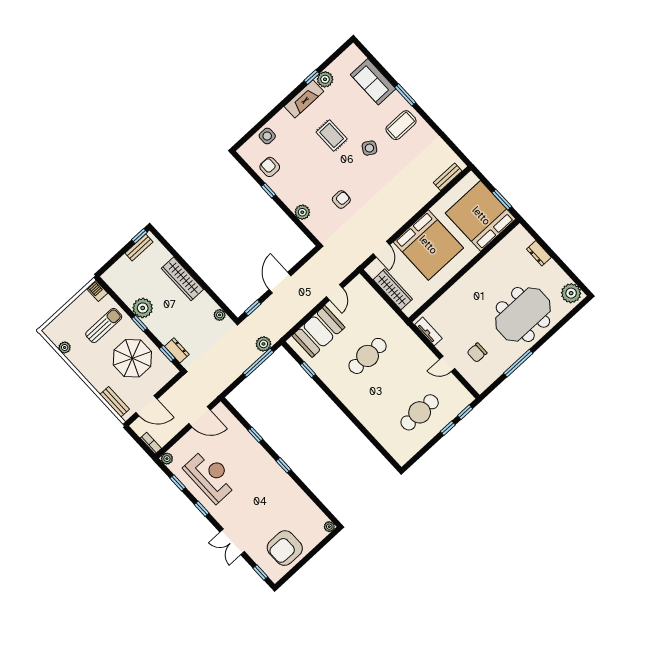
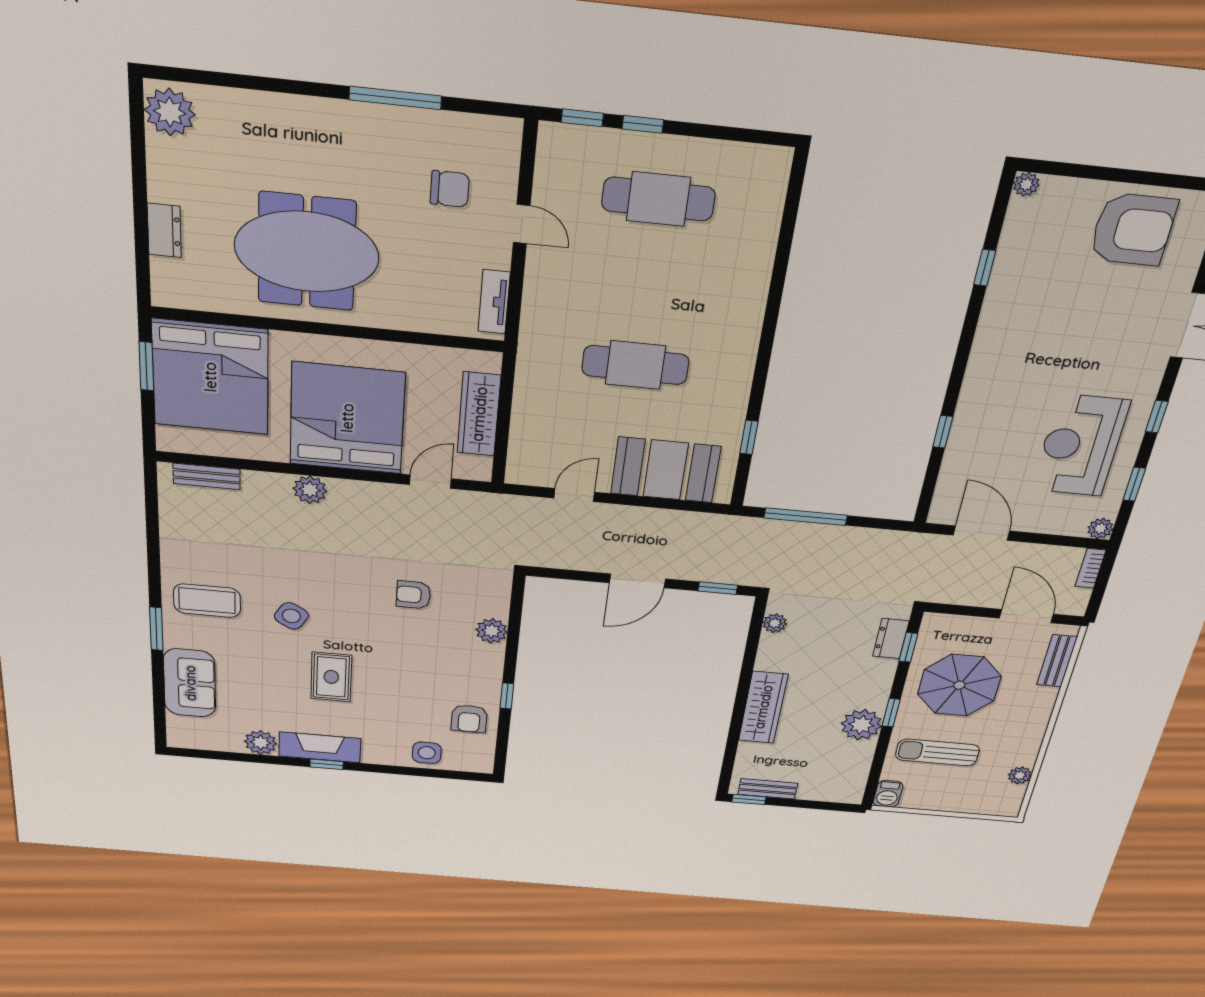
window: (312, 77) -> (327, 764), moved
meeting table: (523, 315) -> (307, 252), moved
plant: (263, 344) -> (310, 490), moved
window: (284, 465) -> (985, 268), moved

